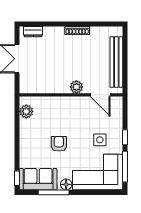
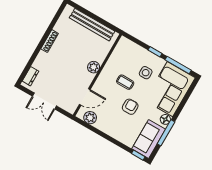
door: (100, 95) -> (85, 97), moved
coffee table: (80, 125) -> (125, 82), added
armchair: (59, 144) -> (130, 107), turned 90

